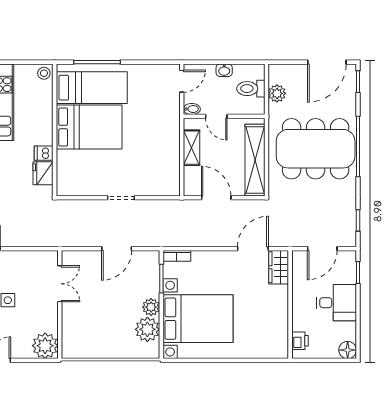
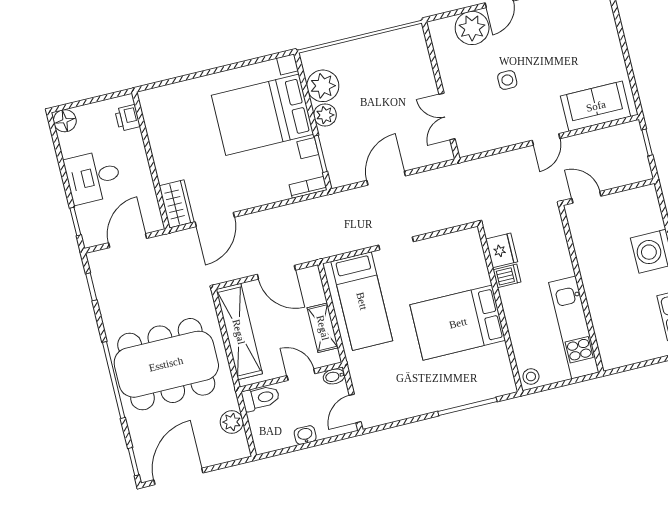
bed: (92, 88) -> (362, 301), moved, turned -90
toilet: (251, 89) -> (261, 398), moved
plant: (45, 346) -> (472, 28), moved

